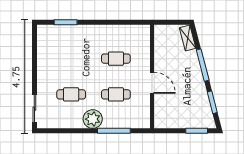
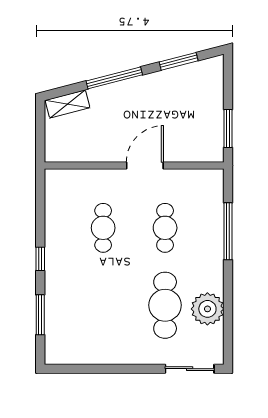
window: (98, 22) -> (40, 259), added
cafe table: (71, 94) -> (165, 305), width x1.37, depth x1.35
plant: (93, 119) -> (207, 309), moved
window: (197, 131) -> (228, 128), moved

